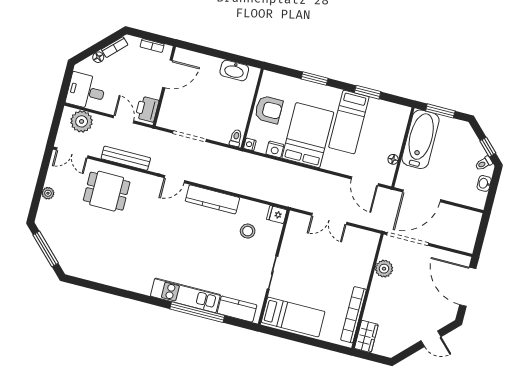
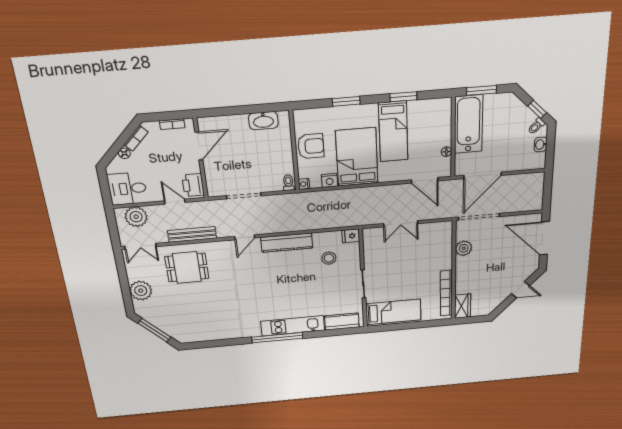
plant: (48, 193) -> (141, 291), width x1.88, depth x1.88
window: (197, 312) -> (277, 338), moved

